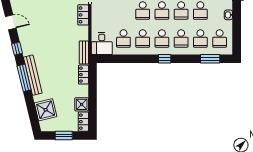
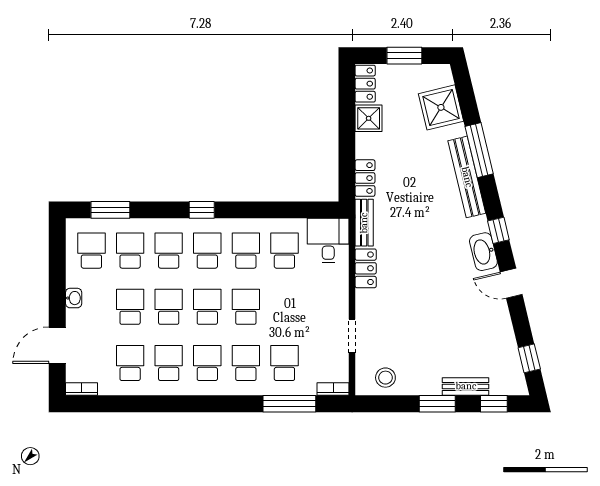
locker: (83, 15) -> (366, 268), moved
washbasin: (24, 38) -> (483, 252), added
window: (24, 78) -> (479, 150), moved

